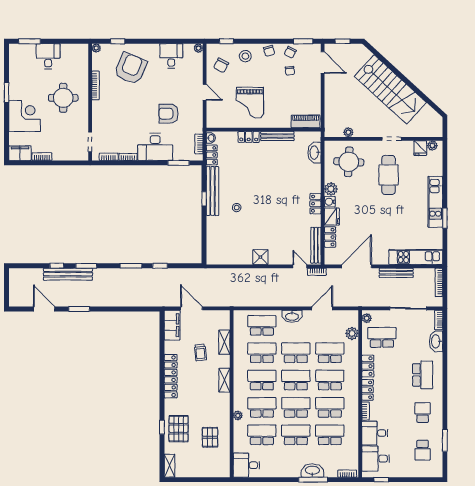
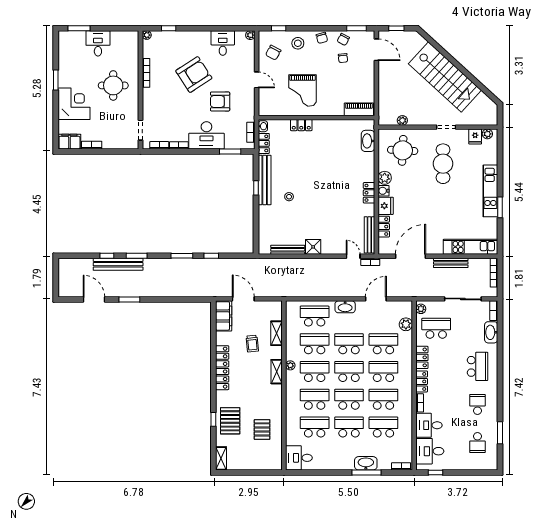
armchair: (131, 68) -> (194, 75), moved, turned 34
bench: (277, 136) -> (288, 250), moved
plant: (238, 415) -> (290, 365), moved

